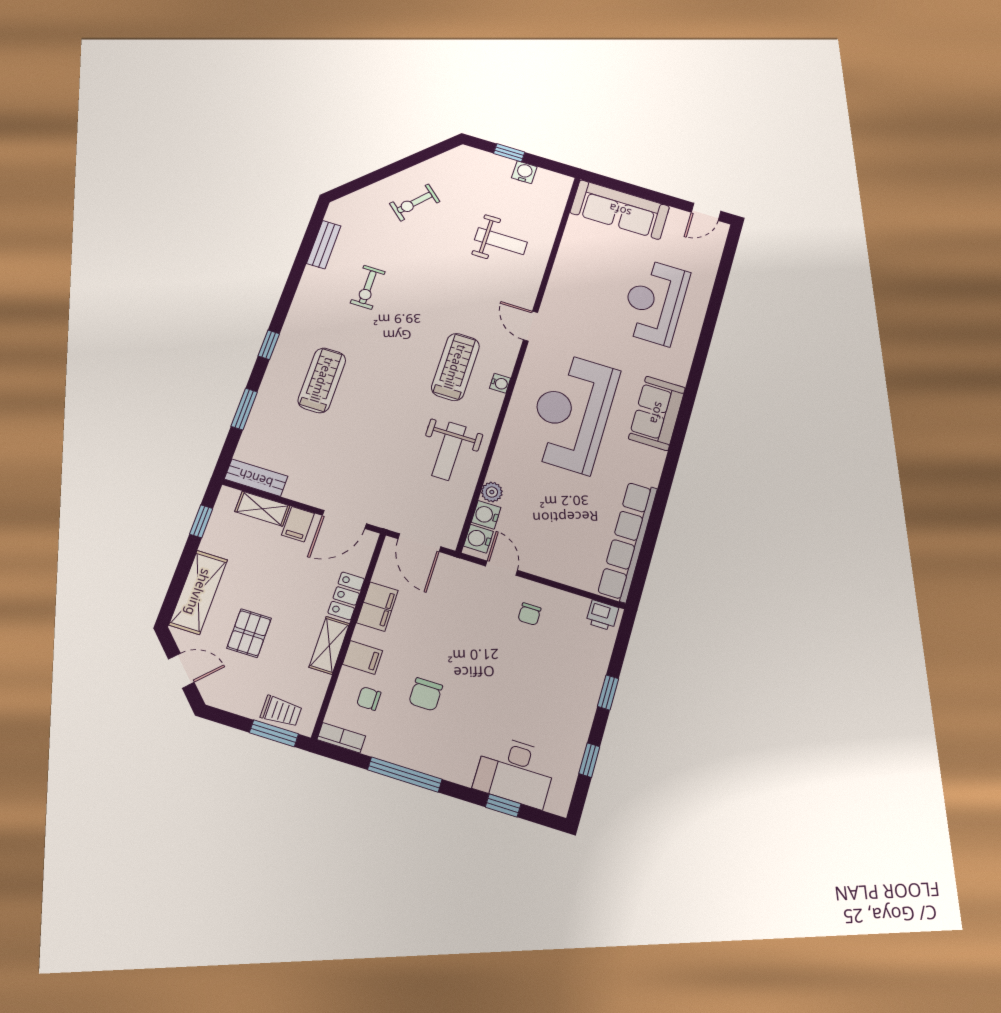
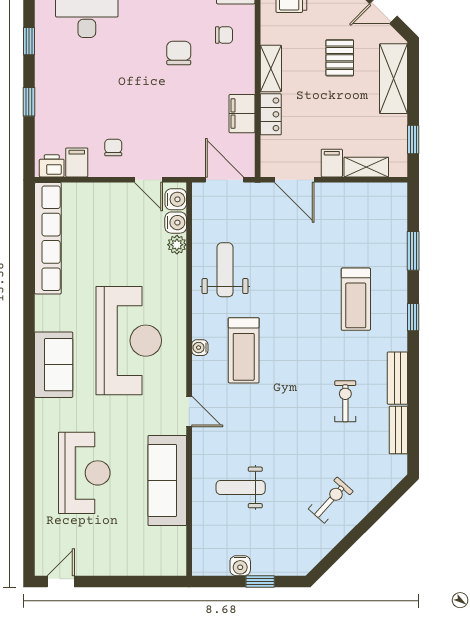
sofa: (620, 210) -> (167, 480), moved, turned -90
bench: (256, 478) -> (397, 378), moved, turned 90
door: (344, 519) -> (294, 180), swing flipped
filing cabinet: (362, 657) -> (77, 162), moved, turned 90

